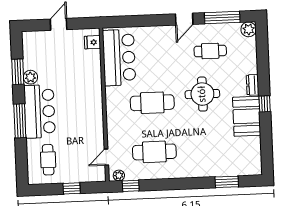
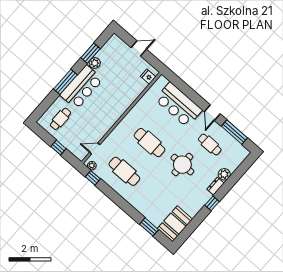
door: (184, 19) -> (212, 113), hinge flipped
plant: (249, 29) -> (224, 174), moved
bar counter: (119, 58) -> (179, 105), moved, turned 90
booth: (247, 116) -> (175, 224), moved

